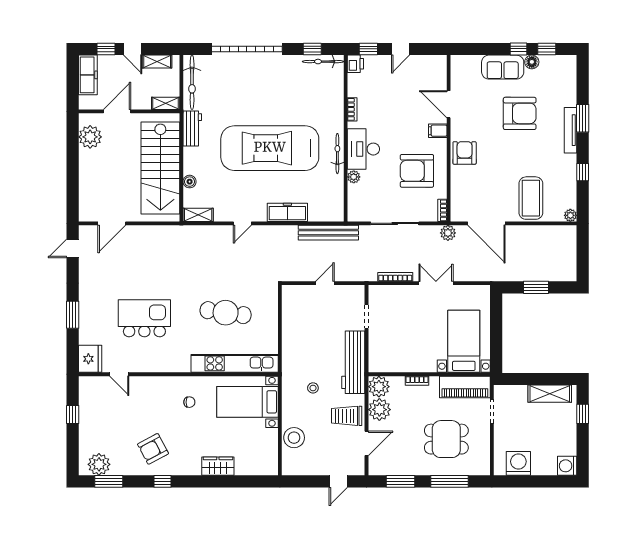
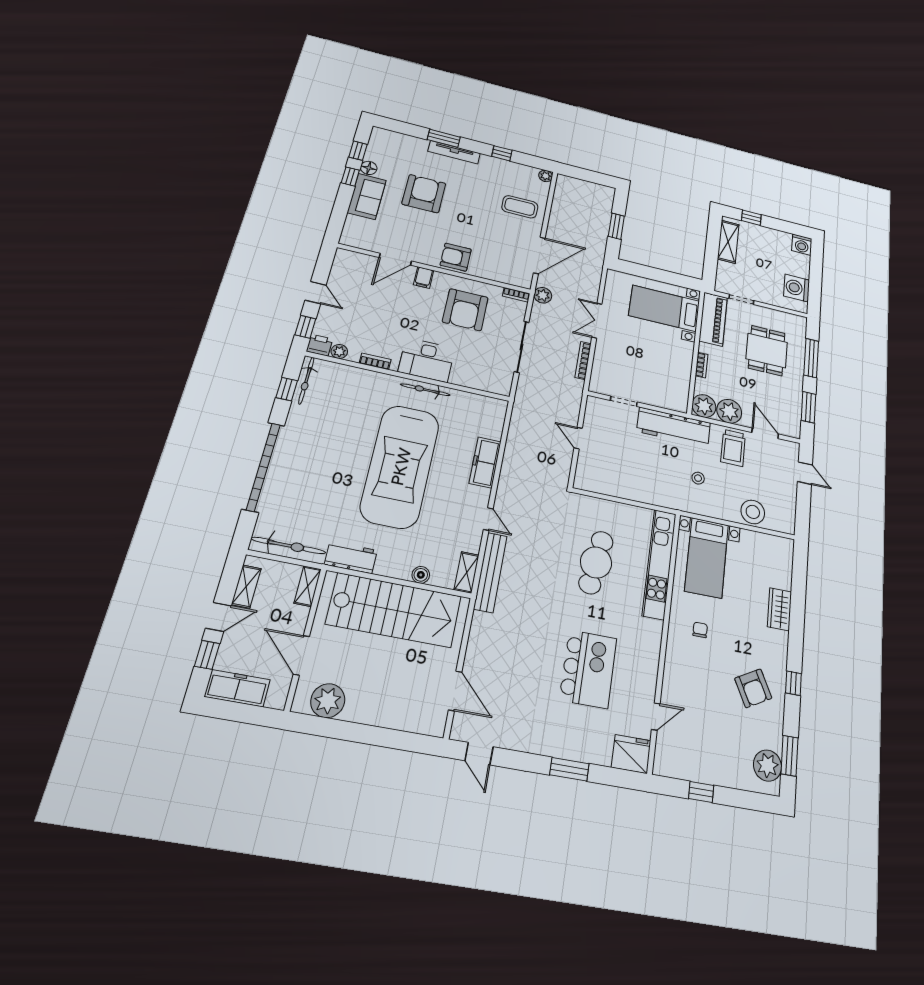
plant: (354, 177) -> (339, 351), moved
coffee table: (531, 198) -> (520, 207), width x0.73, depth x0.76
bench: (328, 233) -> (490, 572), moved
kitchen island: (144, 318) -> (588, 669), turned 180

